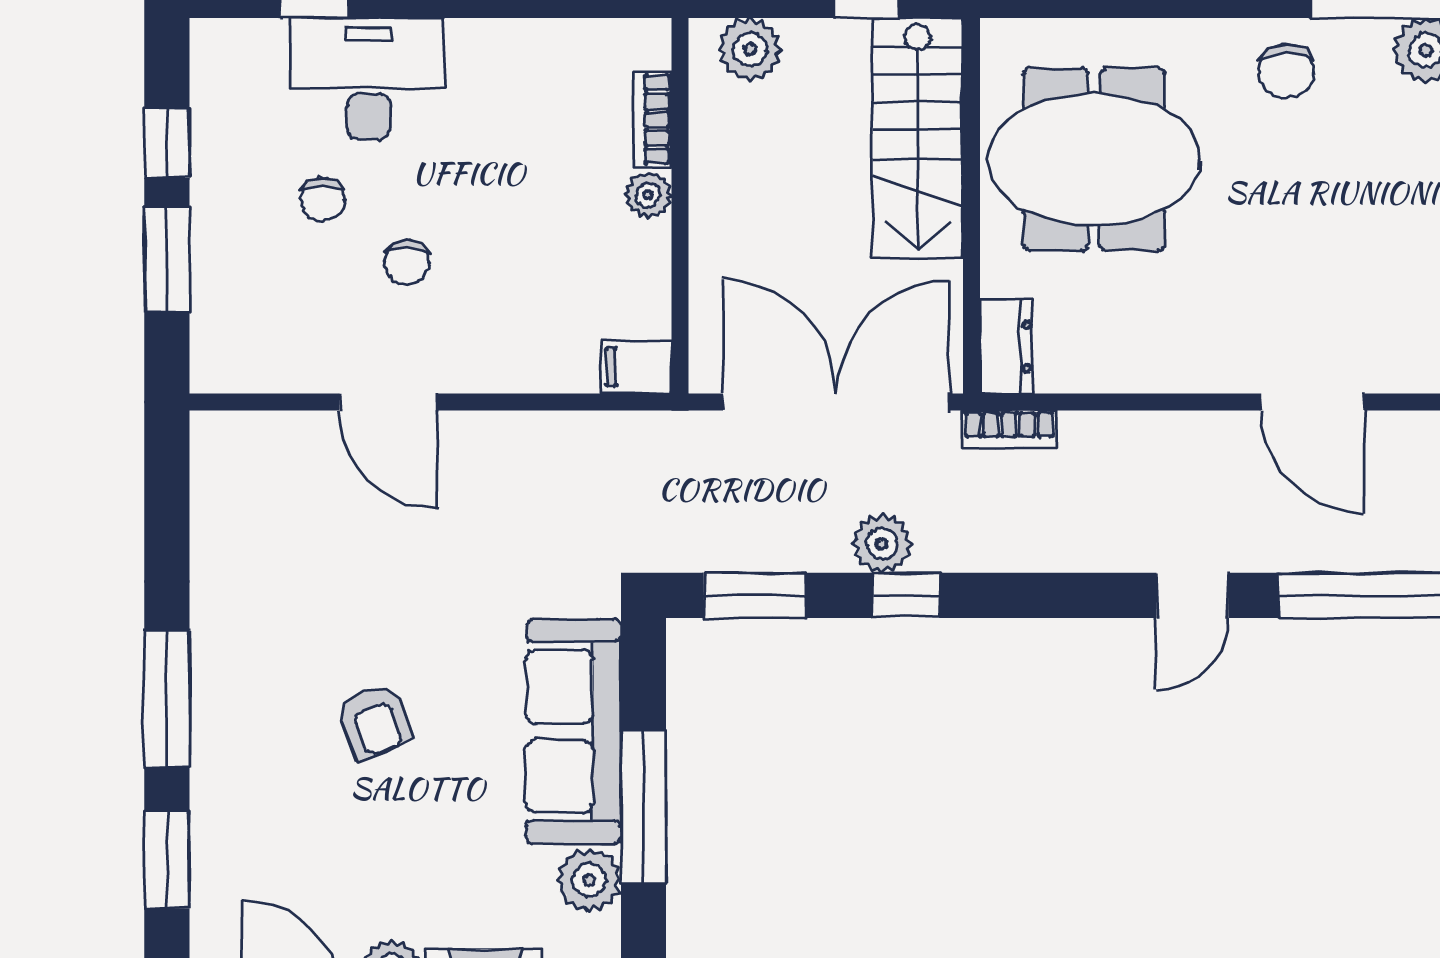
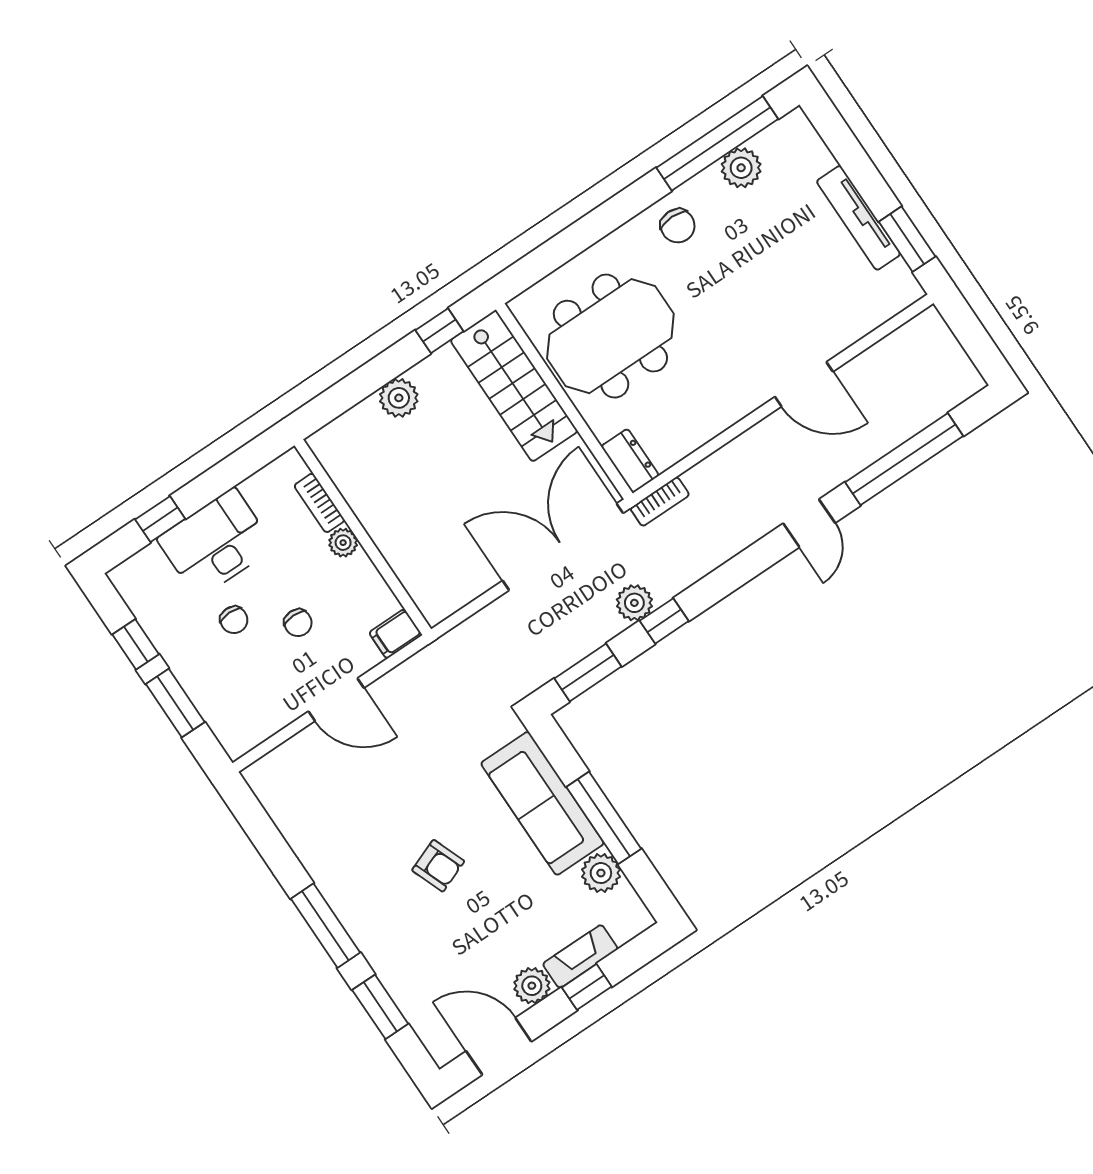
bookcase: (652, 119) -> (319, 503), moved
plant: (648, 195) -> (343, 543), moved
wall: (680, 206) -> (363, 537), moved
filing cabinet: (636, 367) -> (396, 634), moved

